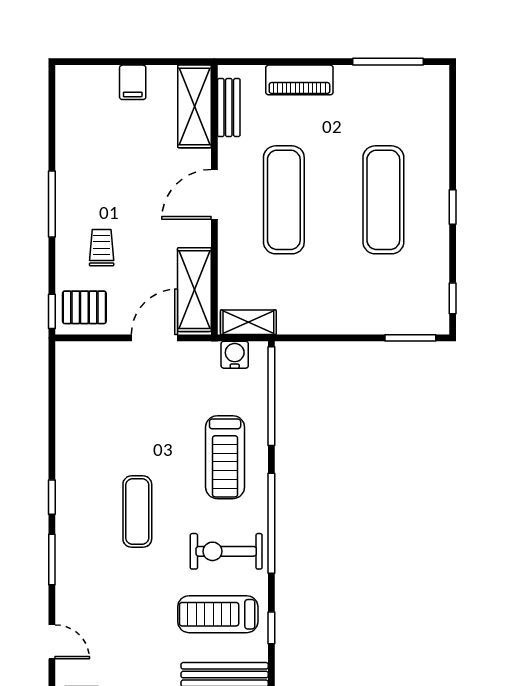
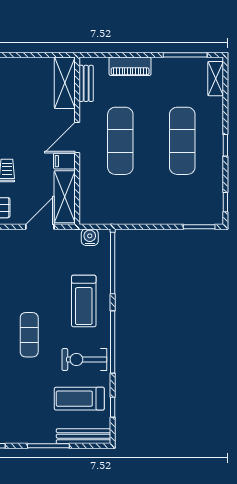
filing cabinet: (133, 82) -> (64, 161), moved, turned 90
shelving: (248, 322) -> (216, 79), moved, turned 90

